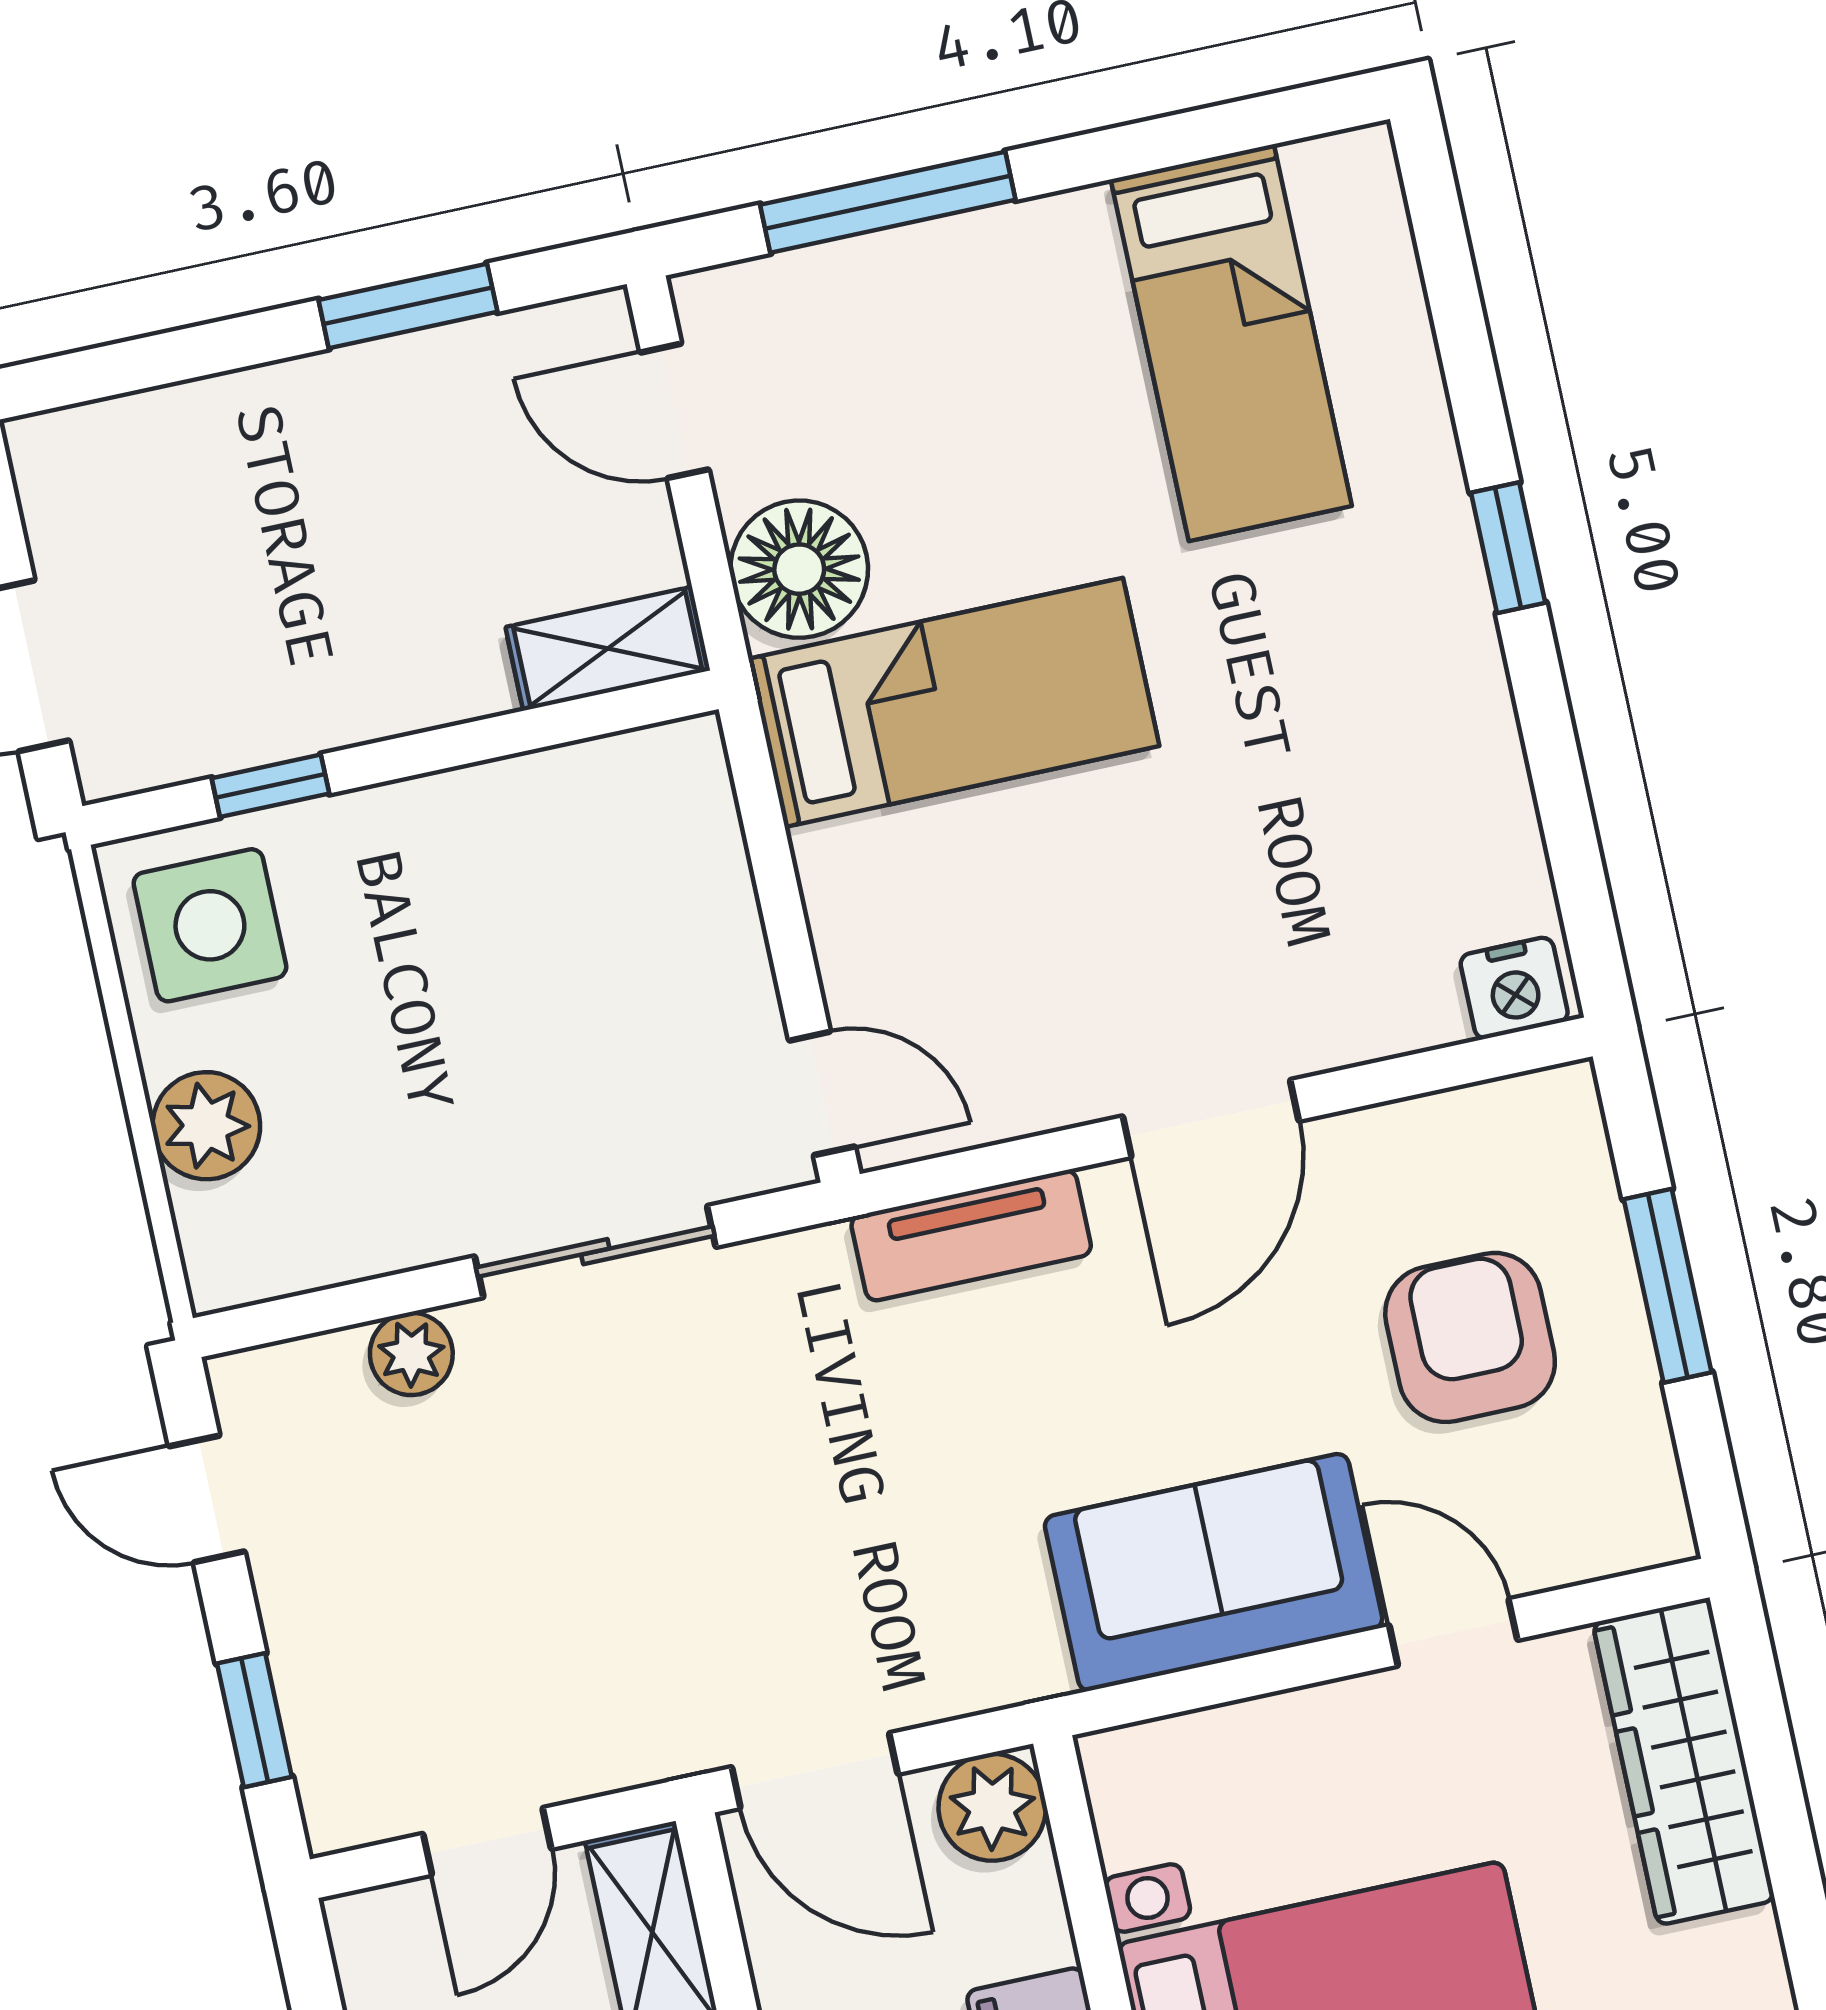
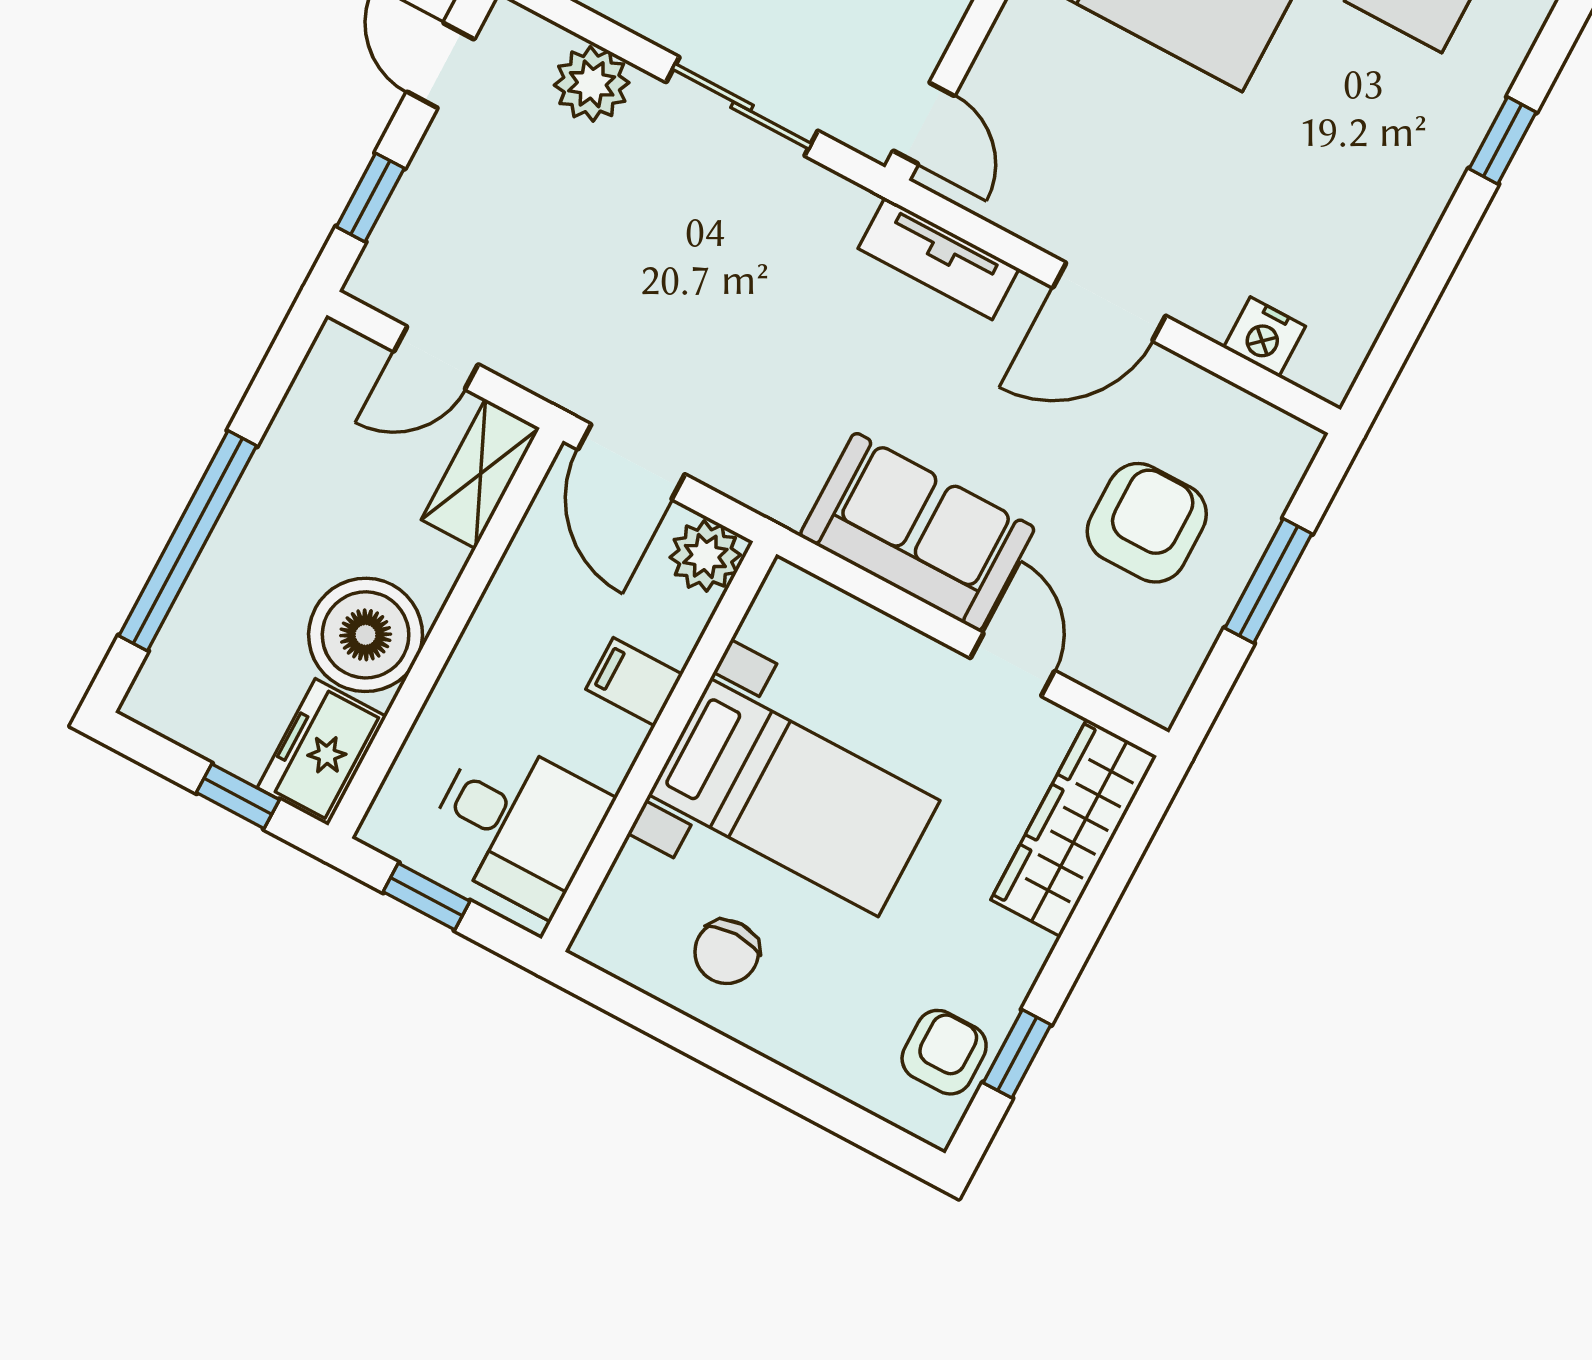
nightstand: (1514, 988) -> (1264, 337), moved
plant: (411, 1354) -> (592, 84), width x1.38, depth x1.38

